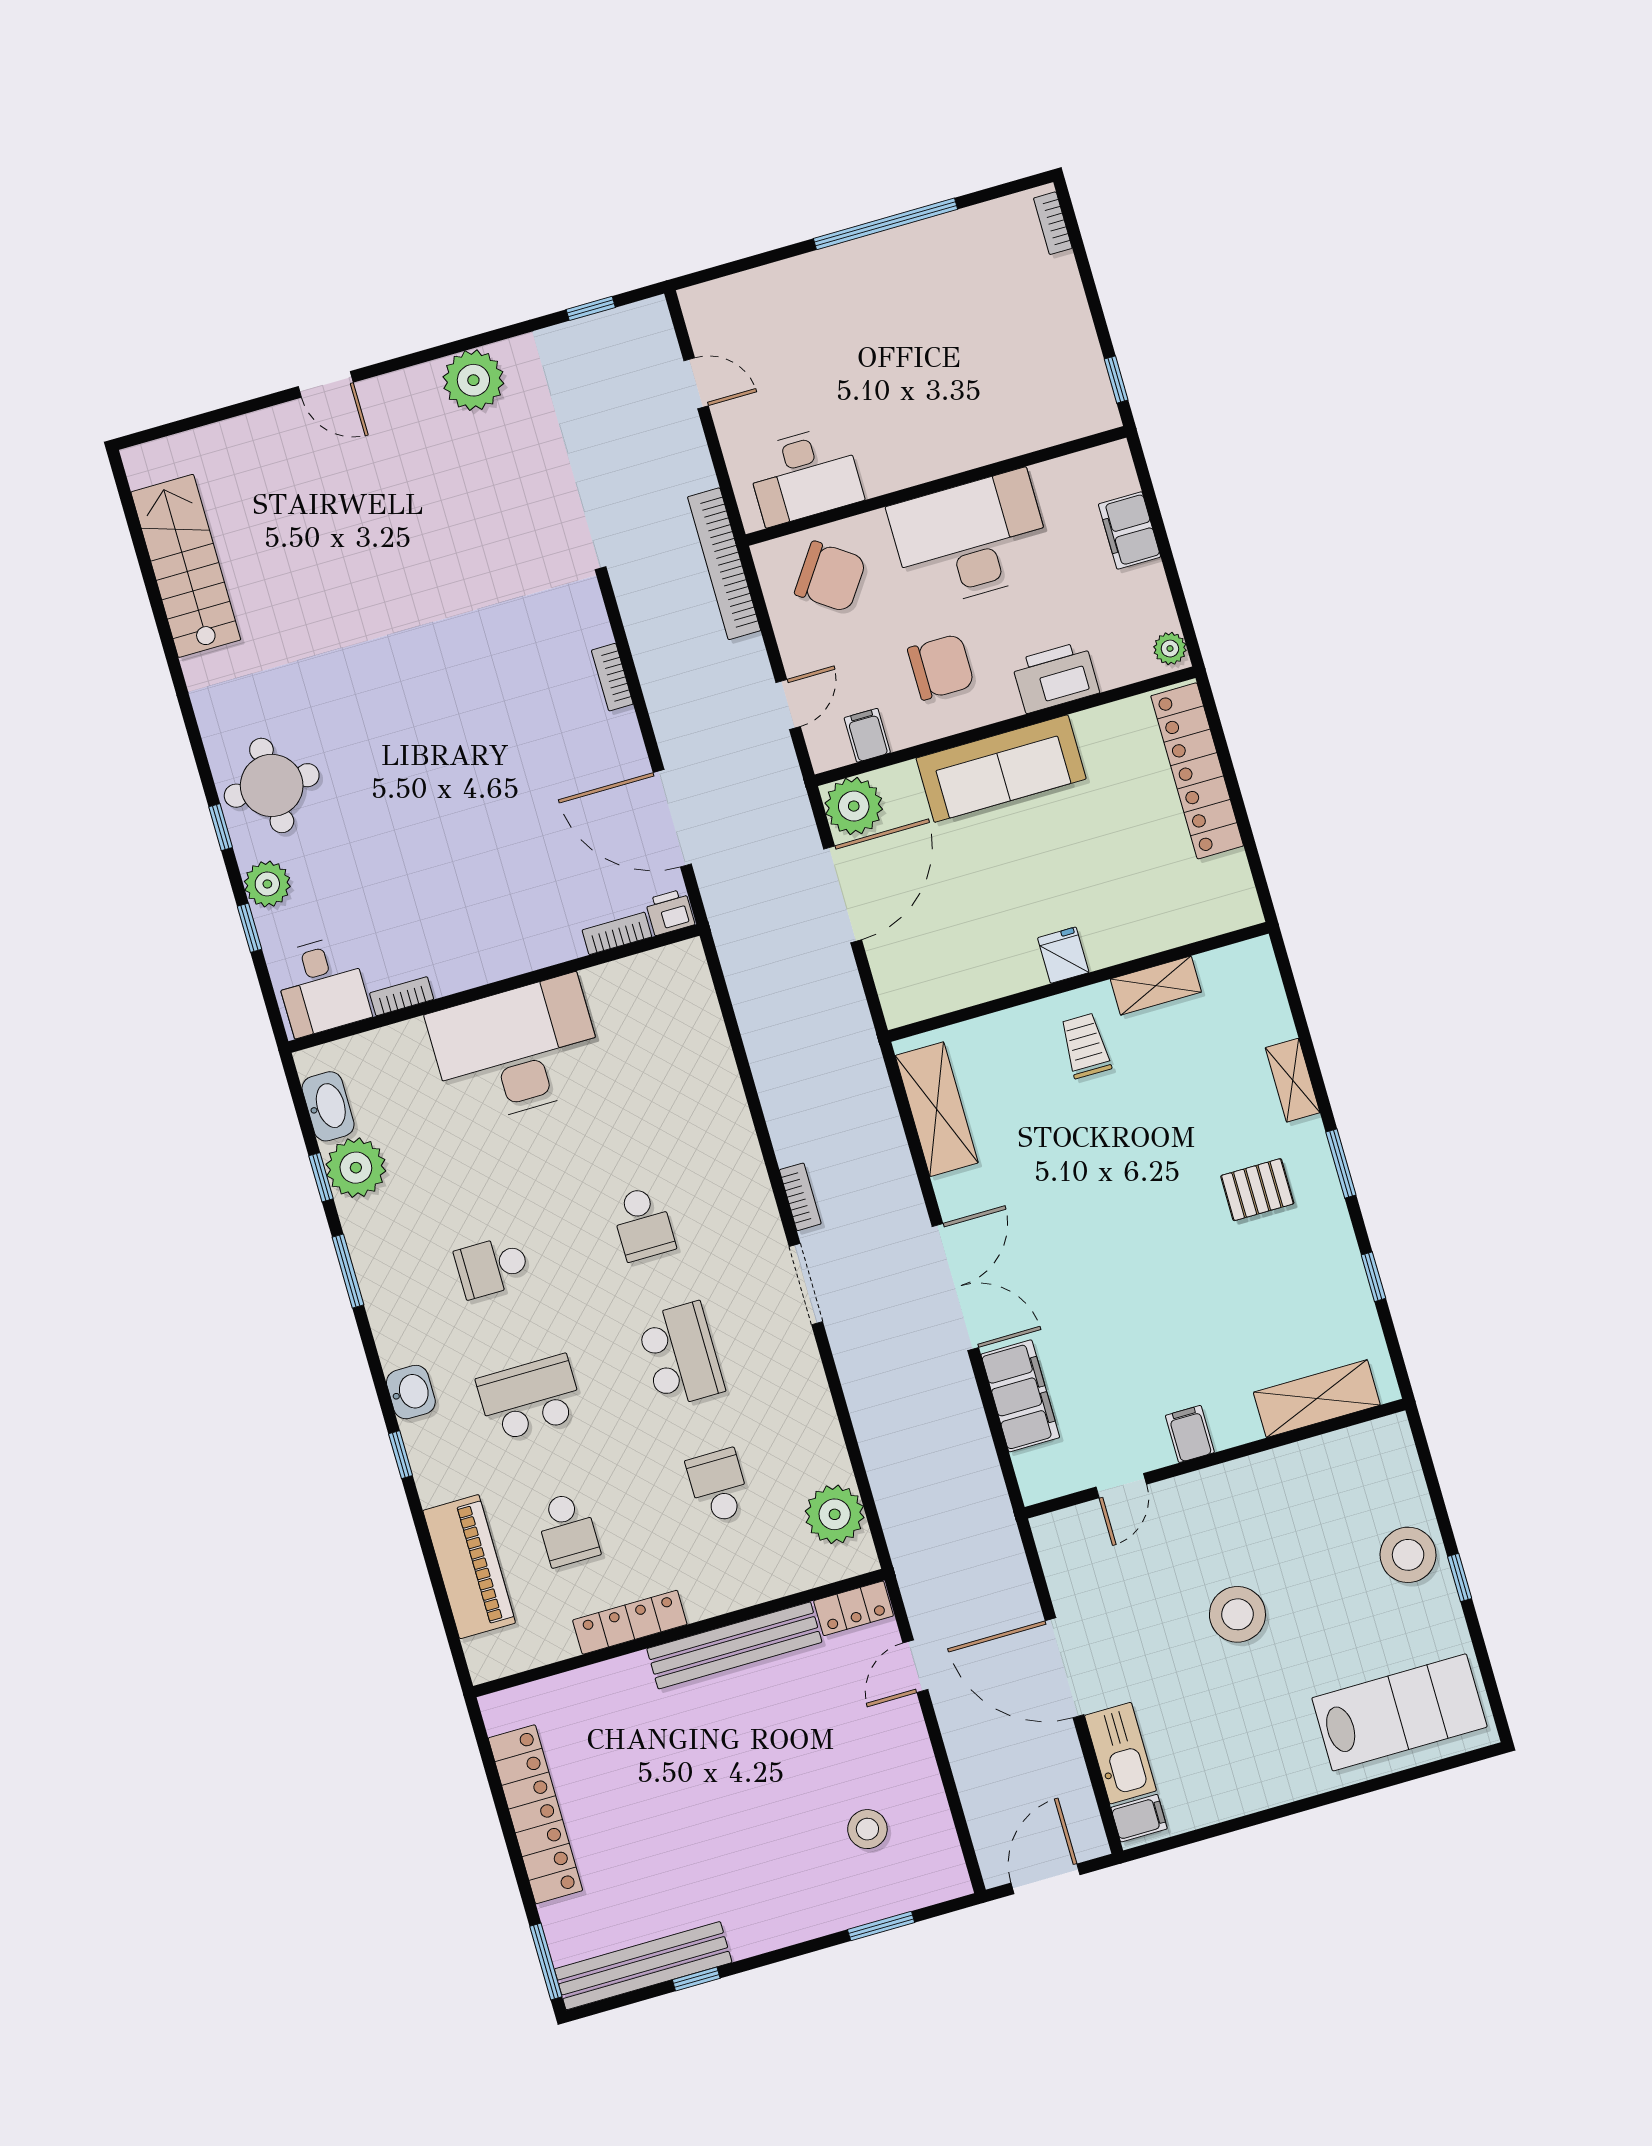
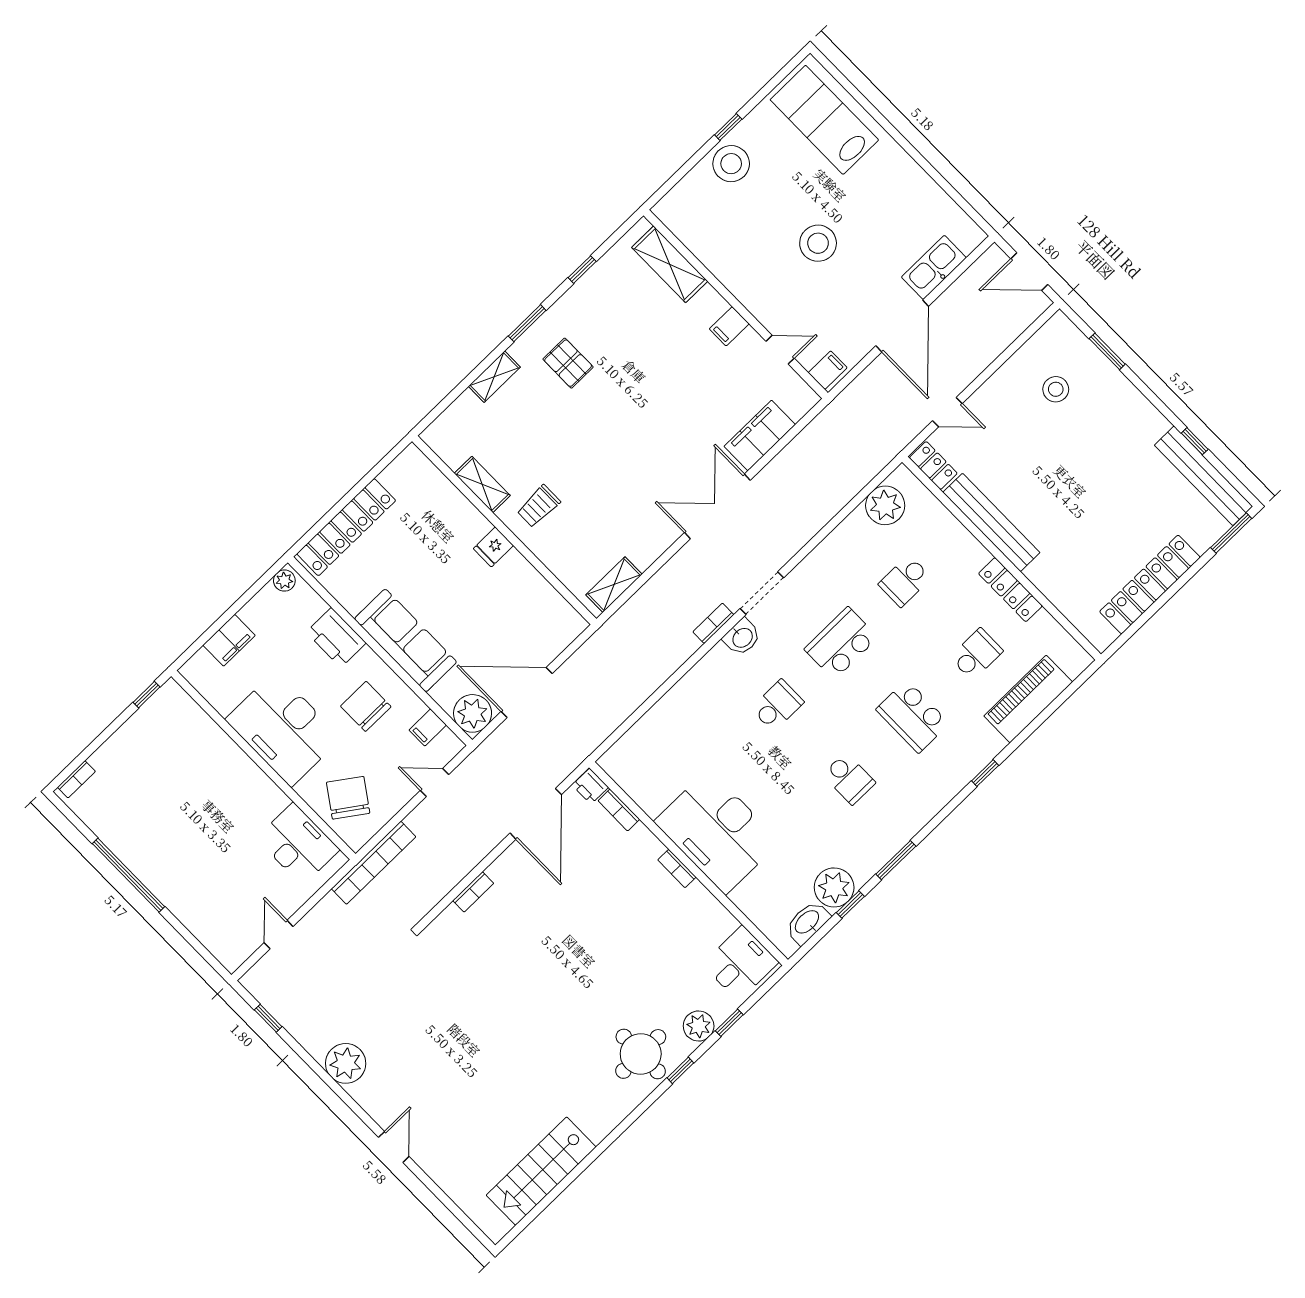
bookcase: (402, 996) -> (677, 868), moved
shelving: (937, 1109) -> (614, 585), width x0.67, depth x0.75
washbasin: (411, 1392) -> (742, 637), moved, turned 180
filing cabinet: (1139, 1818) -> (828, 370), moved, turned 90

